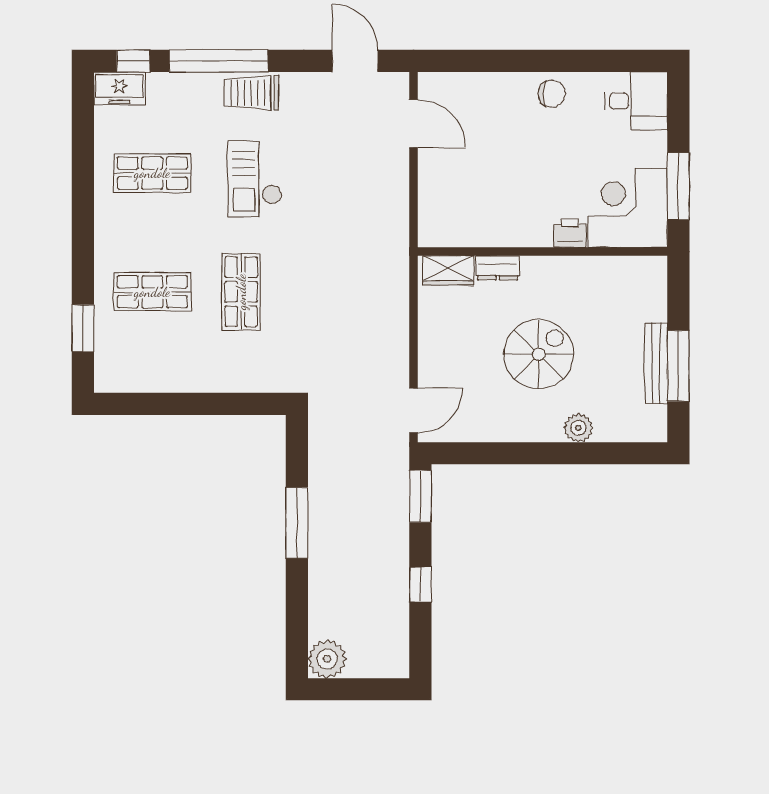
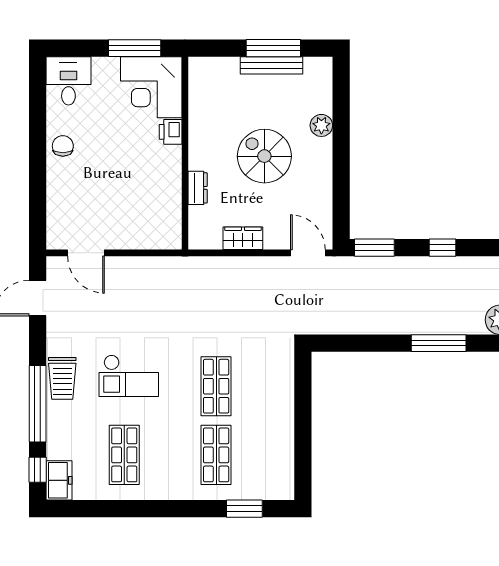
door: (414, 124) -> (86, 253), swing flipped
wardrobe: (448, 271) -> (243, 238), moved, turned -90
shop shelf: (241, 292) -> (216, 386), turned 90
window: (297, 523) -> (439, 343), moved

